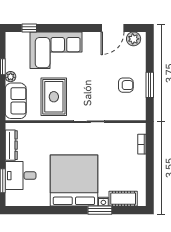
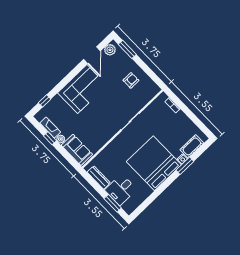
corner sofa: (56, 50) -> (82, 89), moved
fireplace: (11, 57) -> (50, 127), added
window: (150, 85) -> (127, 49), moved
rug: (54, 97) -> (96, 127), removed

